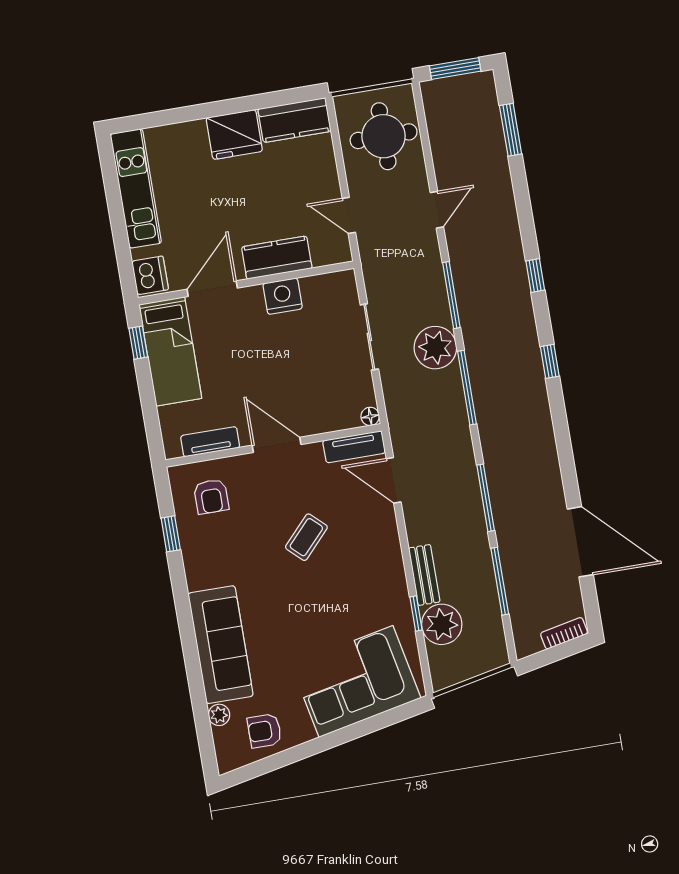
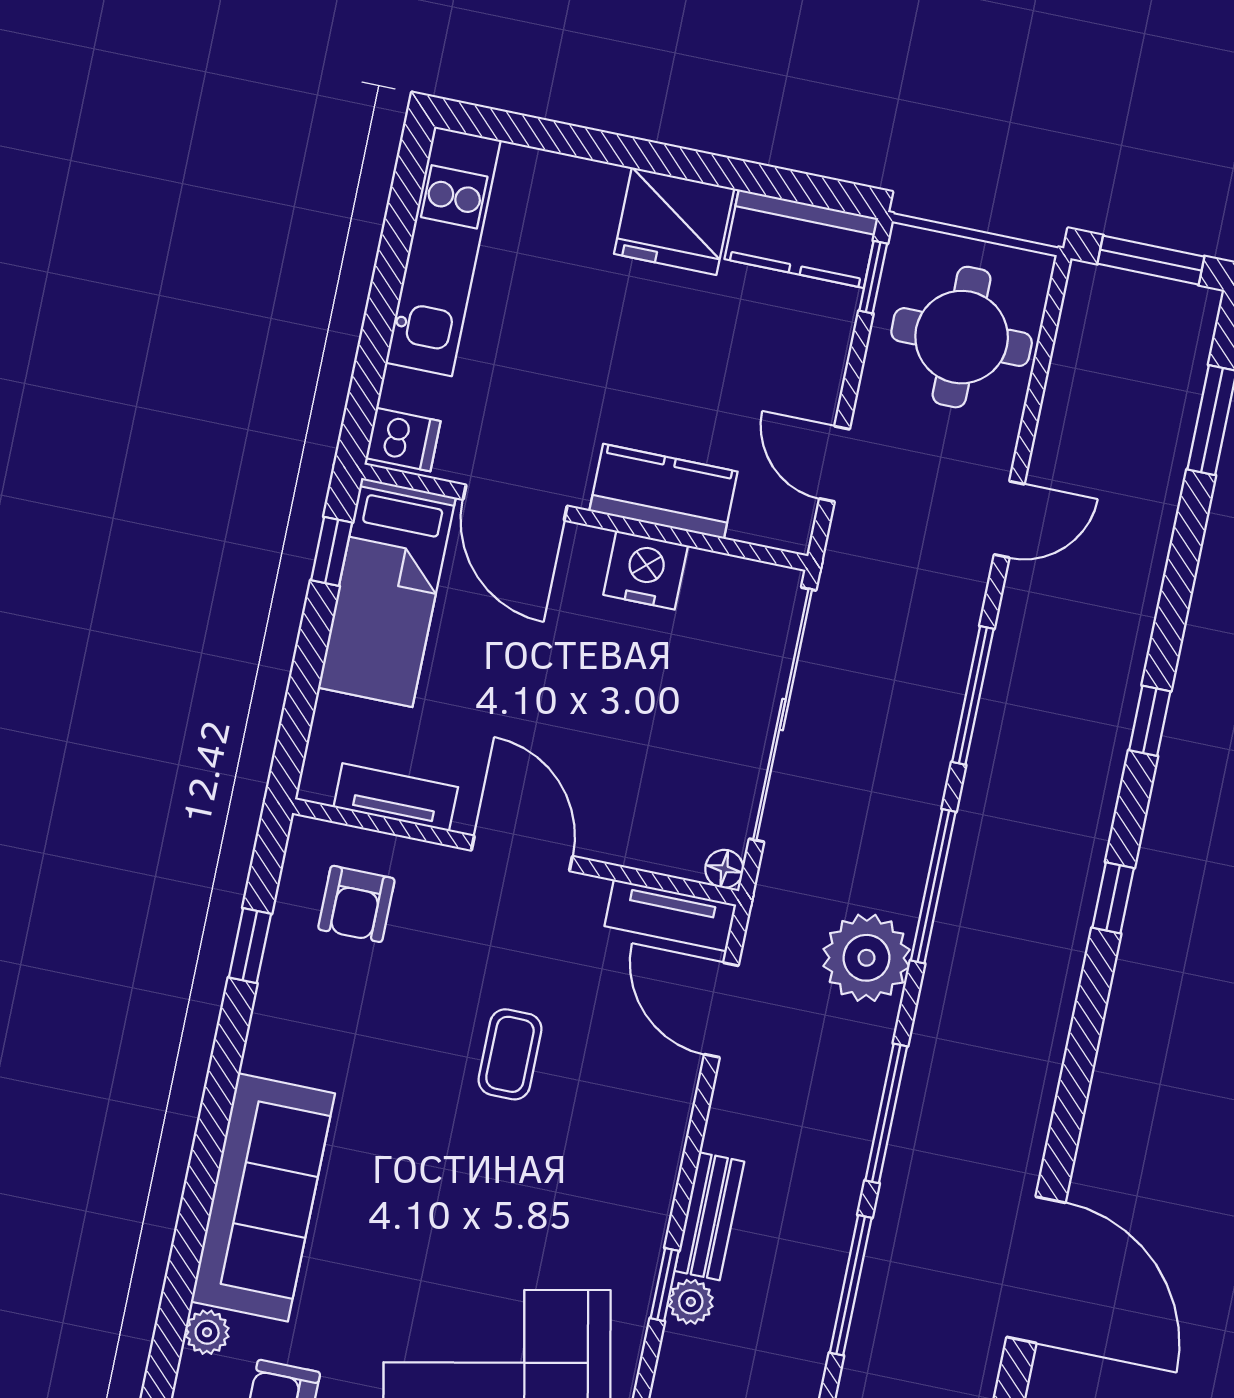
window: (333, 125) -> (873, 277), added
dishwasher: (150, 275) -> (403, 440), width x0.73
door: (212, 289) -> (515, 503), swing flipped
sliding door: (369, 337) -> (783, 715), width x1.86
plant: (435, 348) -> (866, 958), moved
coffee table: (306, 537) -> (510, 1054), turned -43
plant: (442, 624) -> (691, 1302), width x0.53, depth x0.53

